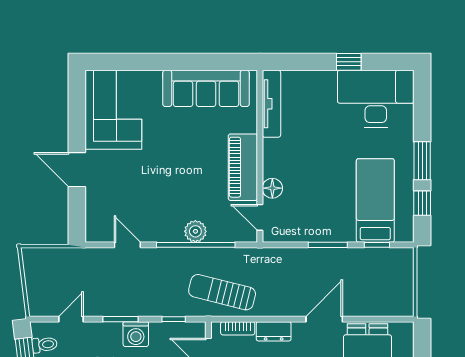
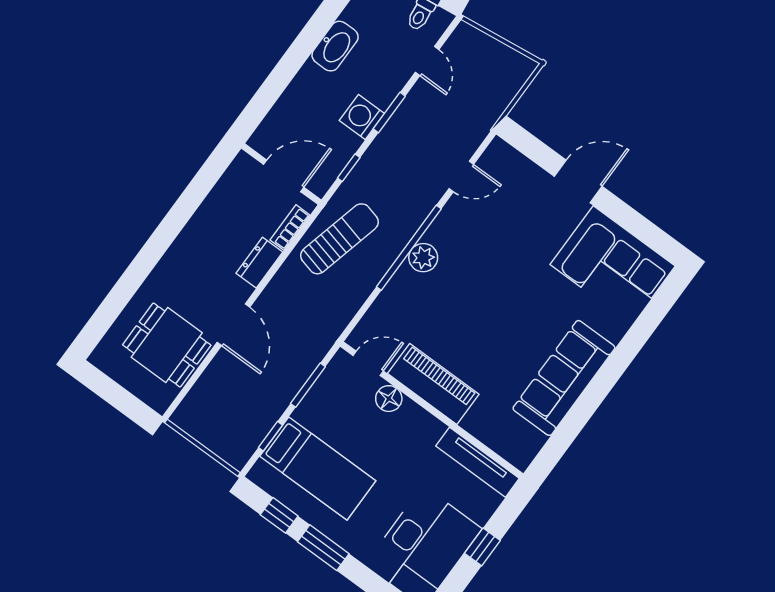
tv unit: (271, 104) -> (477, 462), moved
wall: (260, 156) -> (432, 410), moved
piano: (243, 167) -> (433, 384), moved
floor lamp: (272, 188) -> (389, 399), moved
door: (260, 217) -> (368, 363), moved

